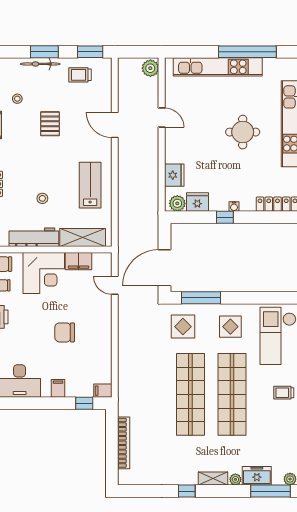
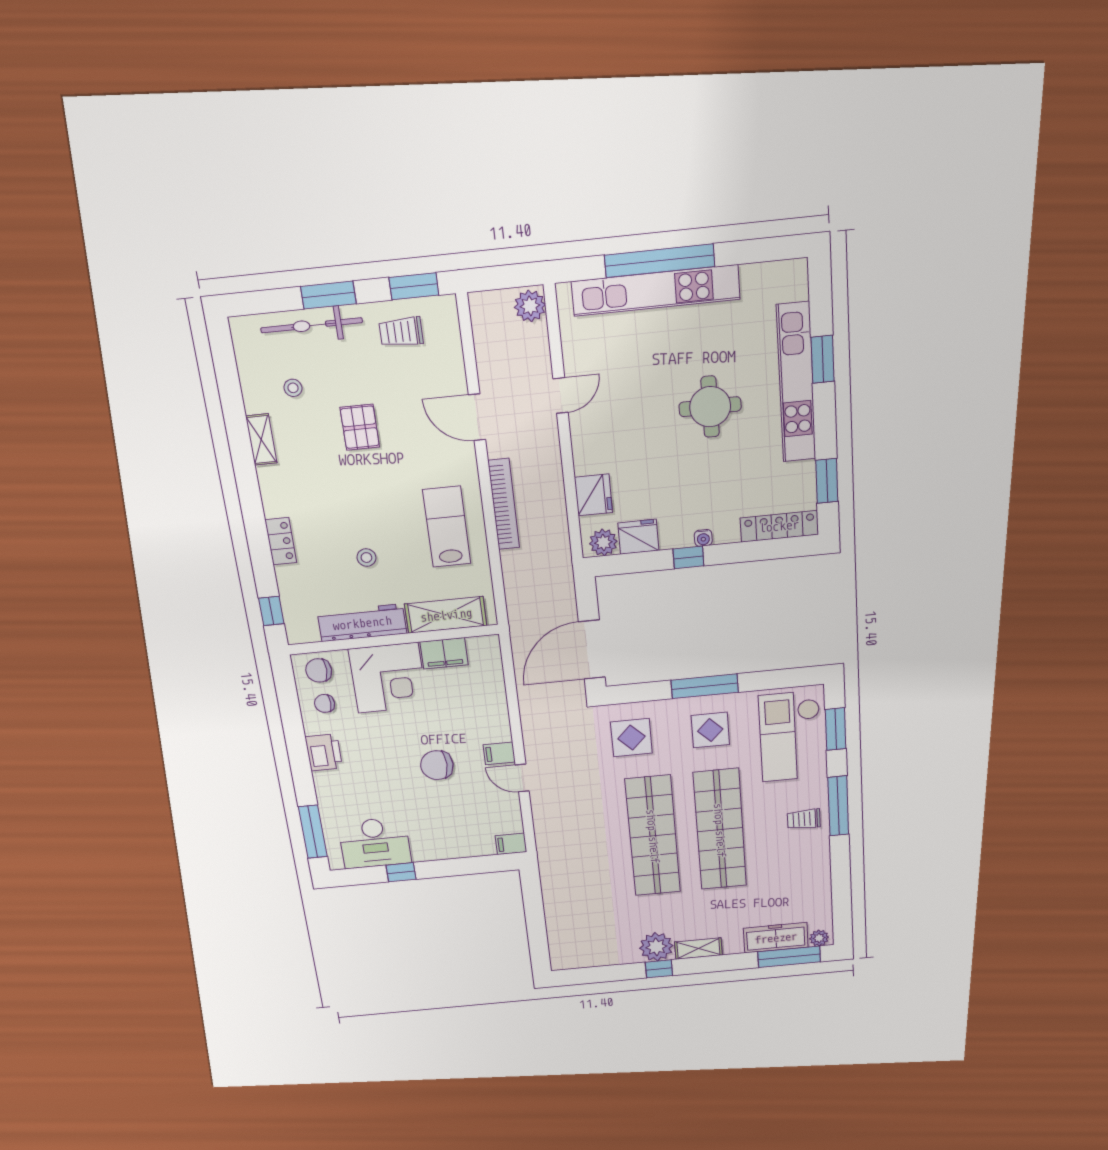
window: (247, 52) -> (660, 261), moved
bicycle: (40, 64) -> (312, 325), width x1.37, depth x1.40
door: (162, 118) -> (561, 395), hinge flipped
door: (115, 285) -> (522, 778), moved
window: (201, 298) -> (705, 686), moved
filing cabinet: (58, 388) -> (499, 753), moved, turned -90
window: (84, 403) -> (401, 872), moved
bookcase: (124, 443) -> (504, 504), moved
freezer: (257, 476) -> (776, 938), width x1.40
plant: (235, 479) -> (656, 947), moved, width x1.88, depth x1.88

